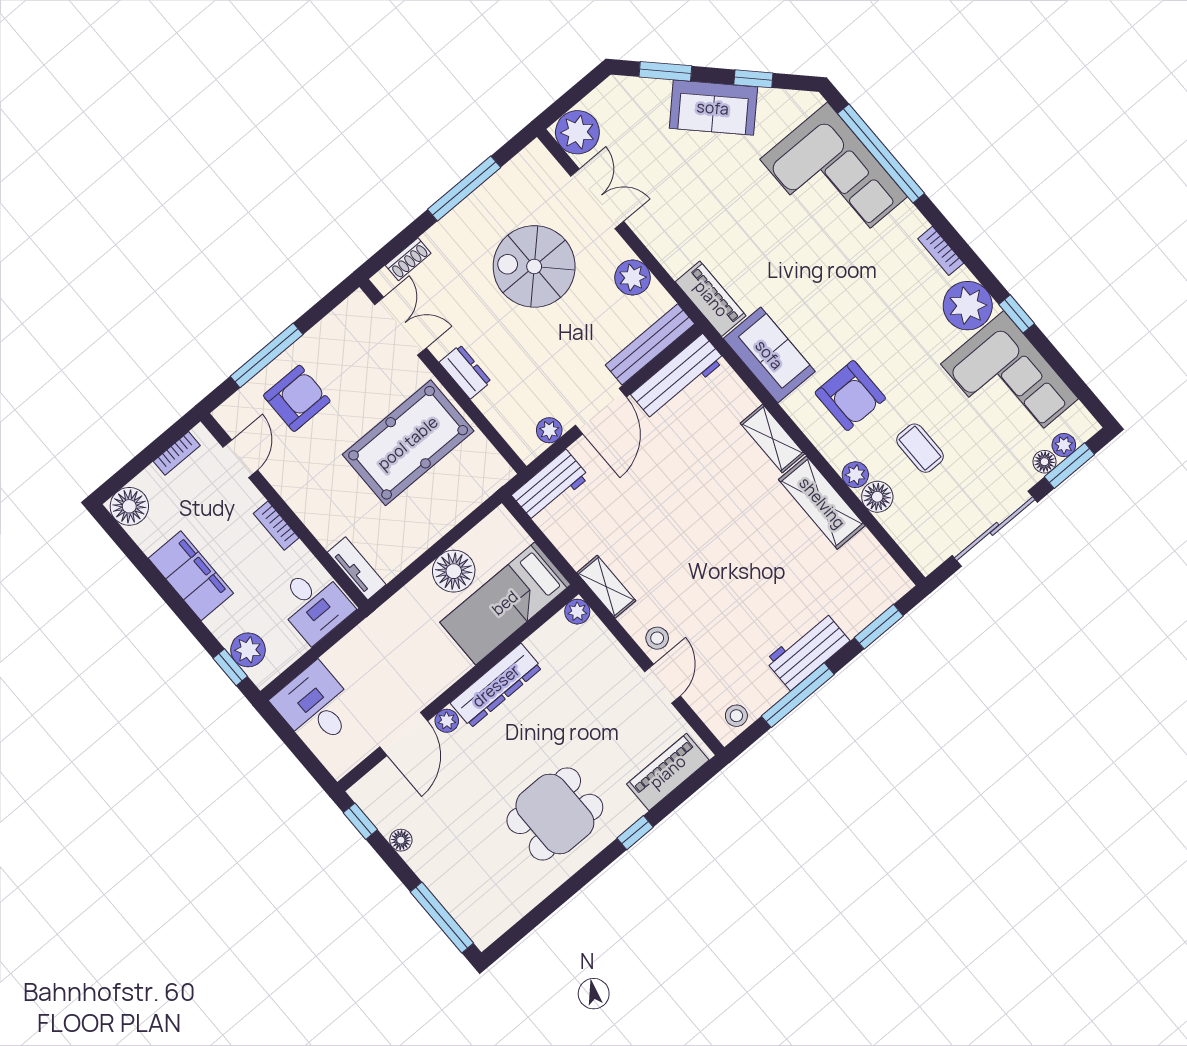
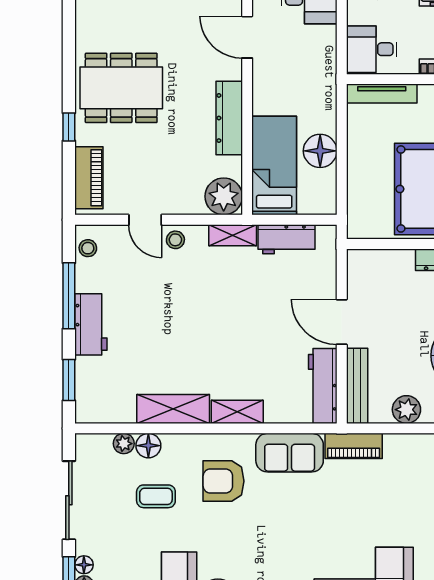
plant: (549, 430) -> (357, 281), removed
plant: (855, 475) -> (124, 444), moved
workbench: (550, 486) -> (287, 239), moved, turned -90
tv unit: (357, 568) -> (382, 94), width x1.41
plant: (577, 612) -> (224, 196), width x1.87, depth x1.87
plant: (447, 721) -> (233, 70), removed
dining table: (555, 814) -> (121, 88), width x1.37

